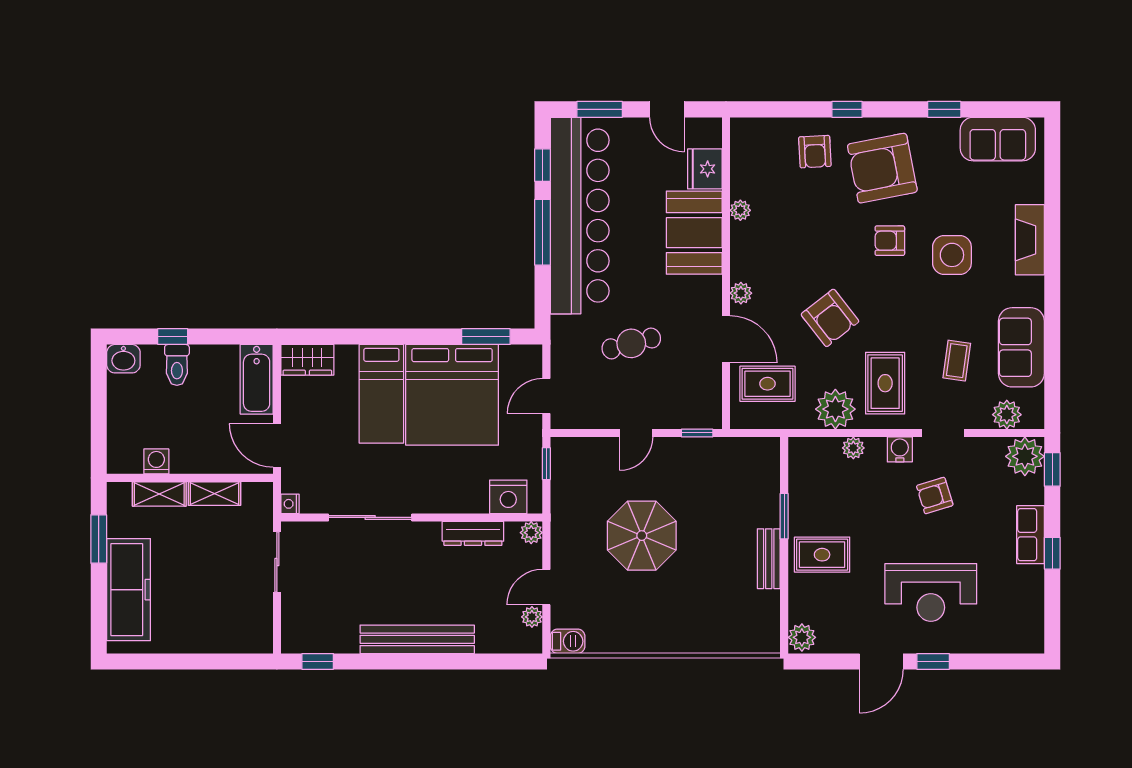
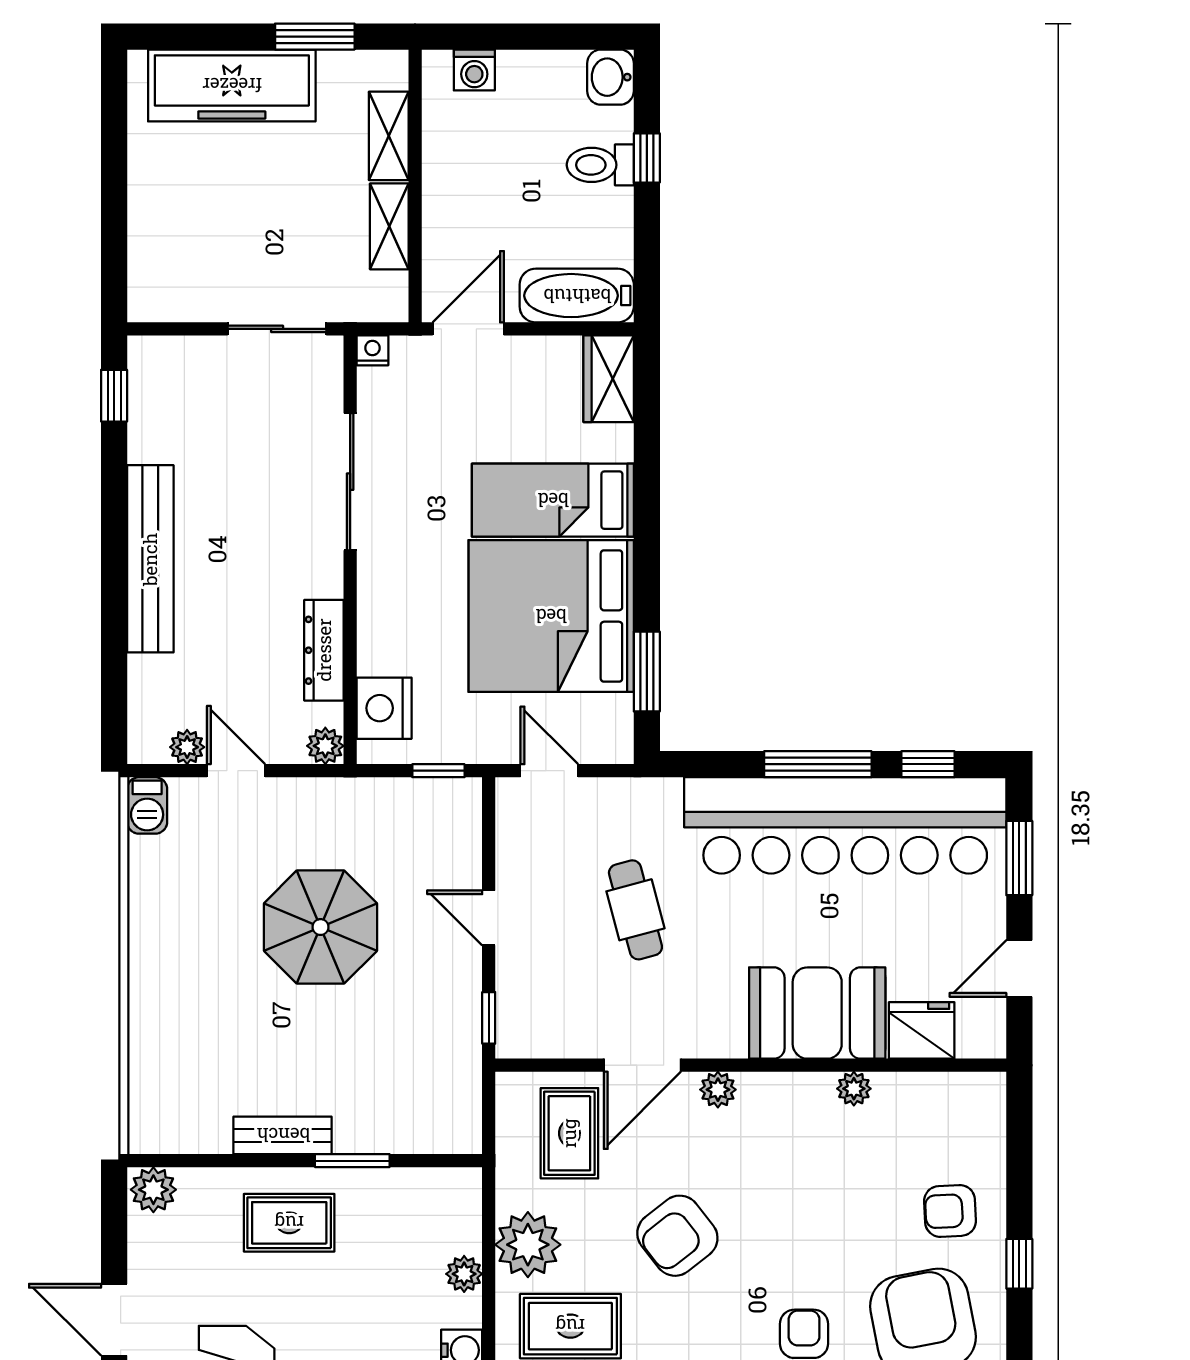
washing machine: (156, 461) -> (474, 70), moved, turned 90
rug: (822, 555) -> (289, 1223), turned 90

